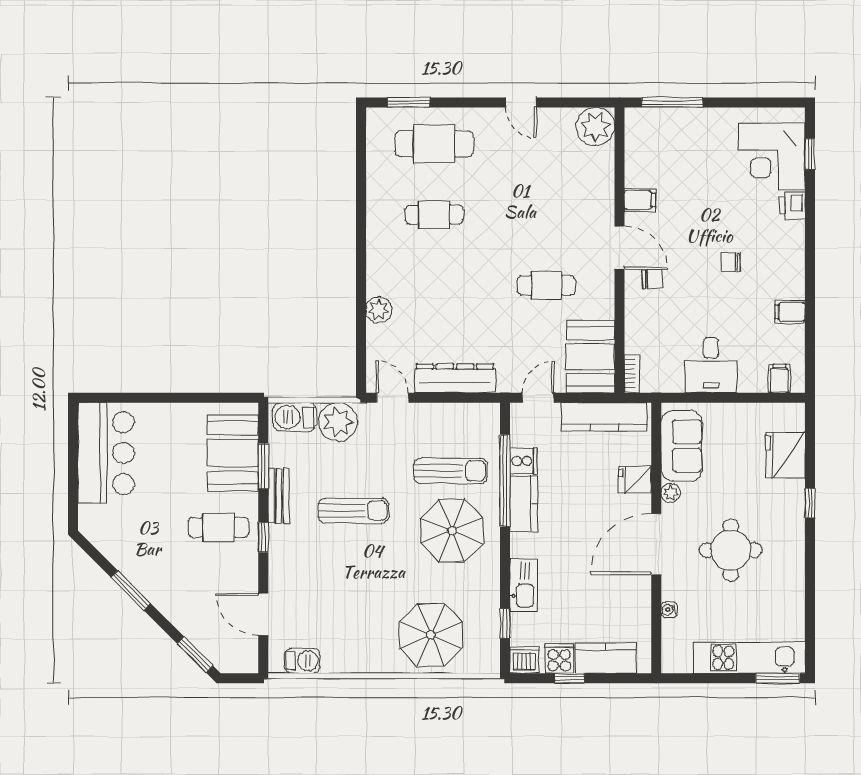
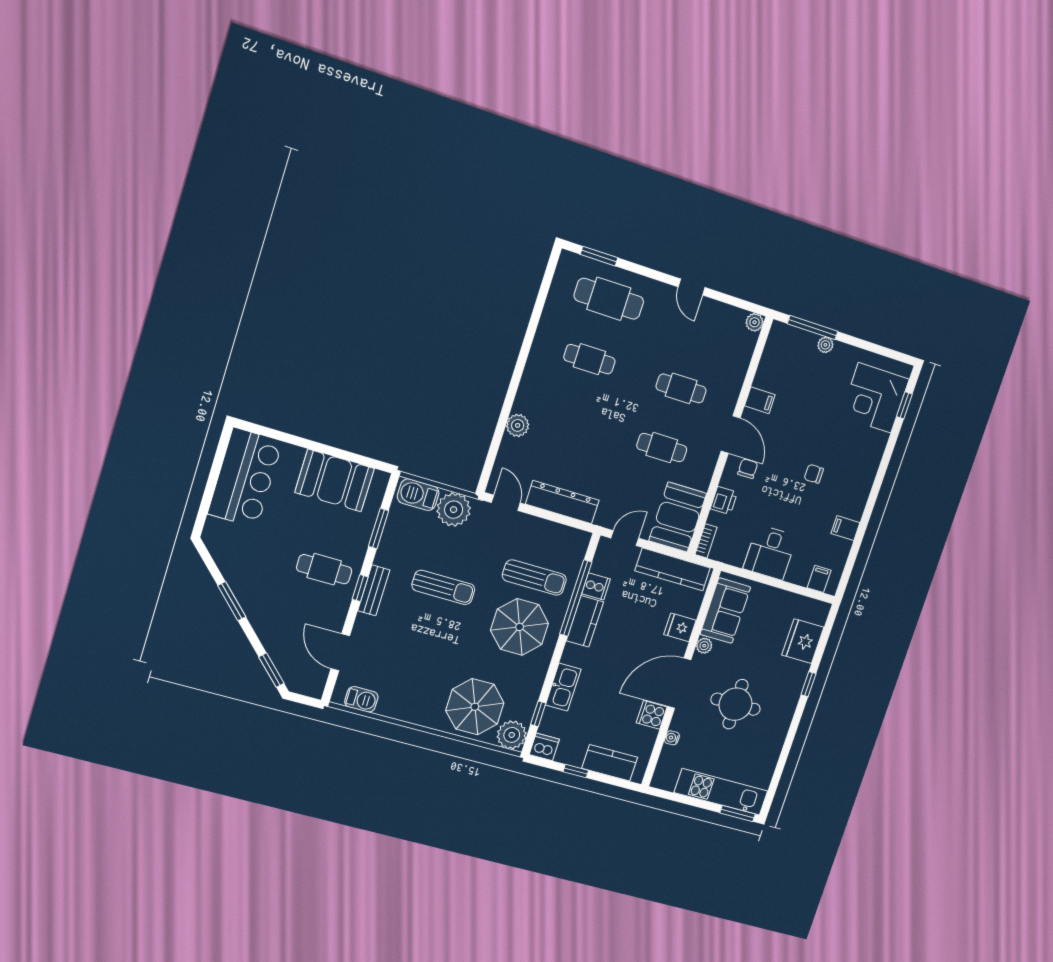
plant: (694, 117) -> (825, 345), added
plant: (595, 127) -> (754, 322), width x0.53, depth x0.53
printer: (792, 206) -> (724, 500), moved, turned 180
cafe table: (546, 215) -> (681, 388), added
chair: (652, 279) -> (748, 469), turned -90
booth: (233, 453) -> (335, 480), moved, turned 90
bench: (279, 496) -> (374, 590), moved
plant: (483, 656) -> (512, 735), added
cooker: (559, 658) -> (652, 715), moved, turned -90

